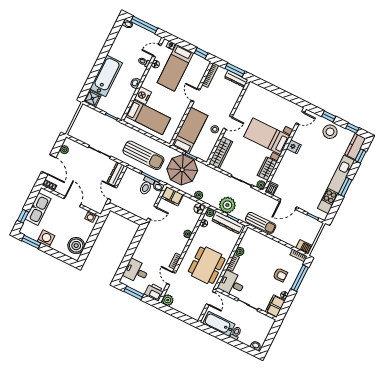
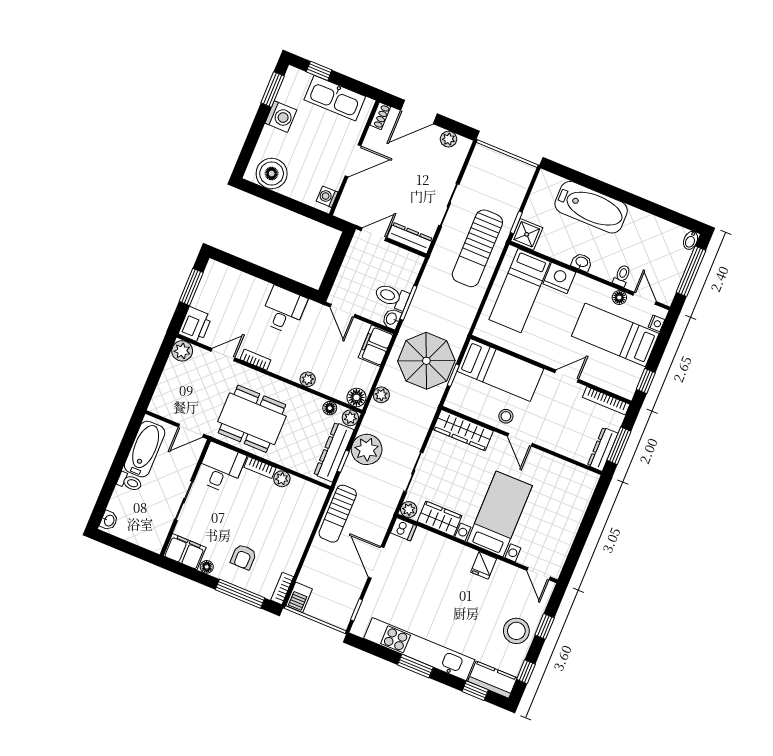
shower: (92, 98) -> (527, 234), moved
sun lounger: (143, 155) -> (477, 248), moved
desk: (136, 271) -> (284, 310), moved

